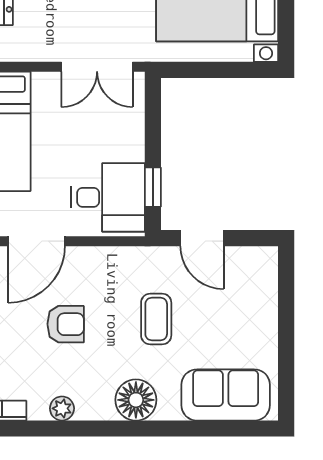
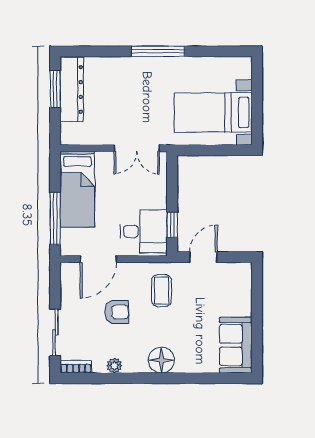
door: (202, 238) -> (203, 257), swing flipped
coffee table: (156, 319) -> (162, 291), moved
sofa: (226, 395) -> (236, 345), moved, turned -90

